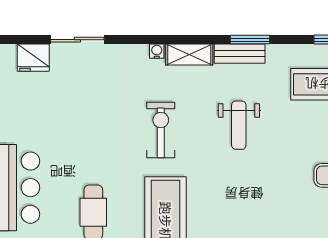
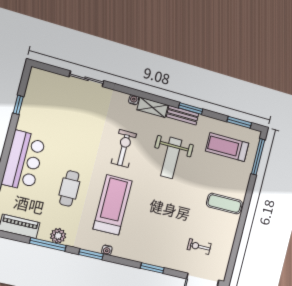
fridge: (33, 58) -> (56, 82), removed
weight bench: (239, 125) -> (171, 158), width x1.36, depth x1.33

